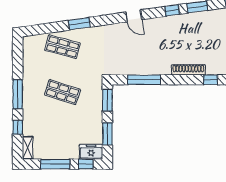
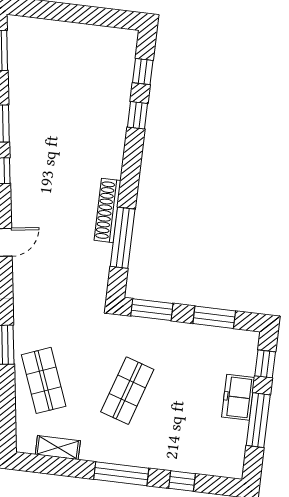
shop shelf: (63, 47) -> (44, 380), turned -36
shoe rack: (188, 70) -> (107, 210), moved
shelving: (28, 148) -> (58, 448), moved
freezer: (91, 152) -> (238, 397), moved

